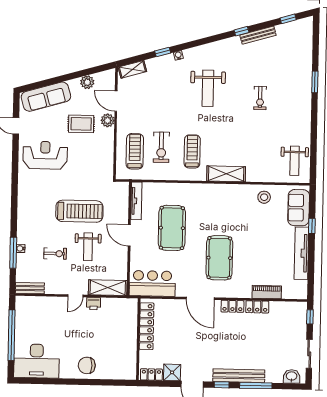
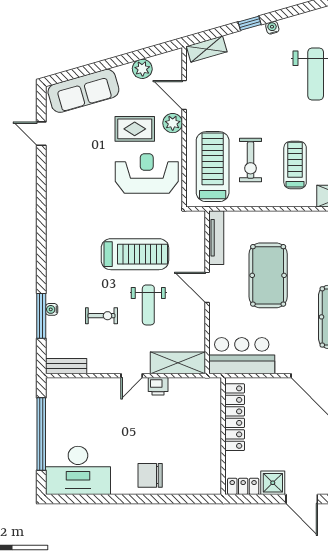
treadmill: (135, 151) -> (213, 167), width x1.37, depth x1.38
reception desk: (45, 155) -> (147, 173), moved

